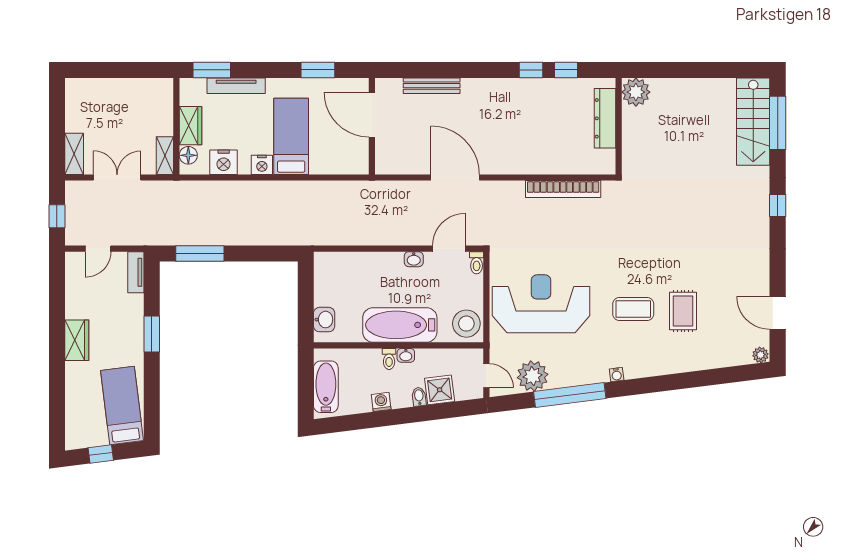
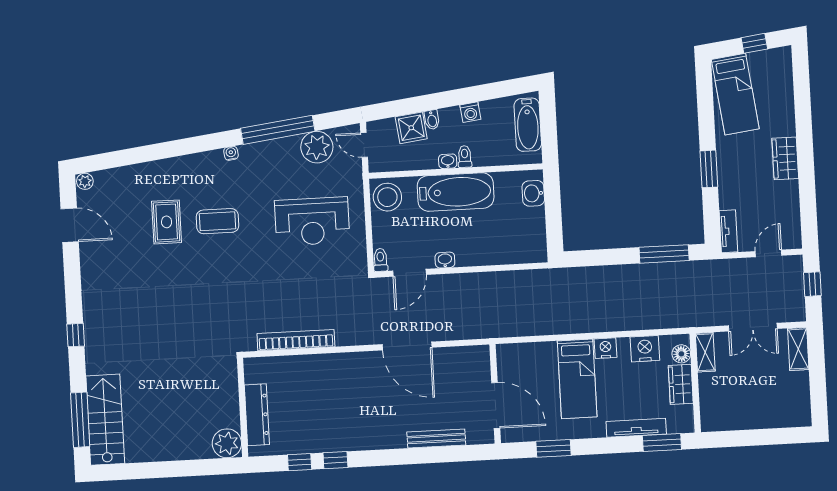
reception desk: (541, 304) -> (312, 221), width x0.74, depth x0.77

